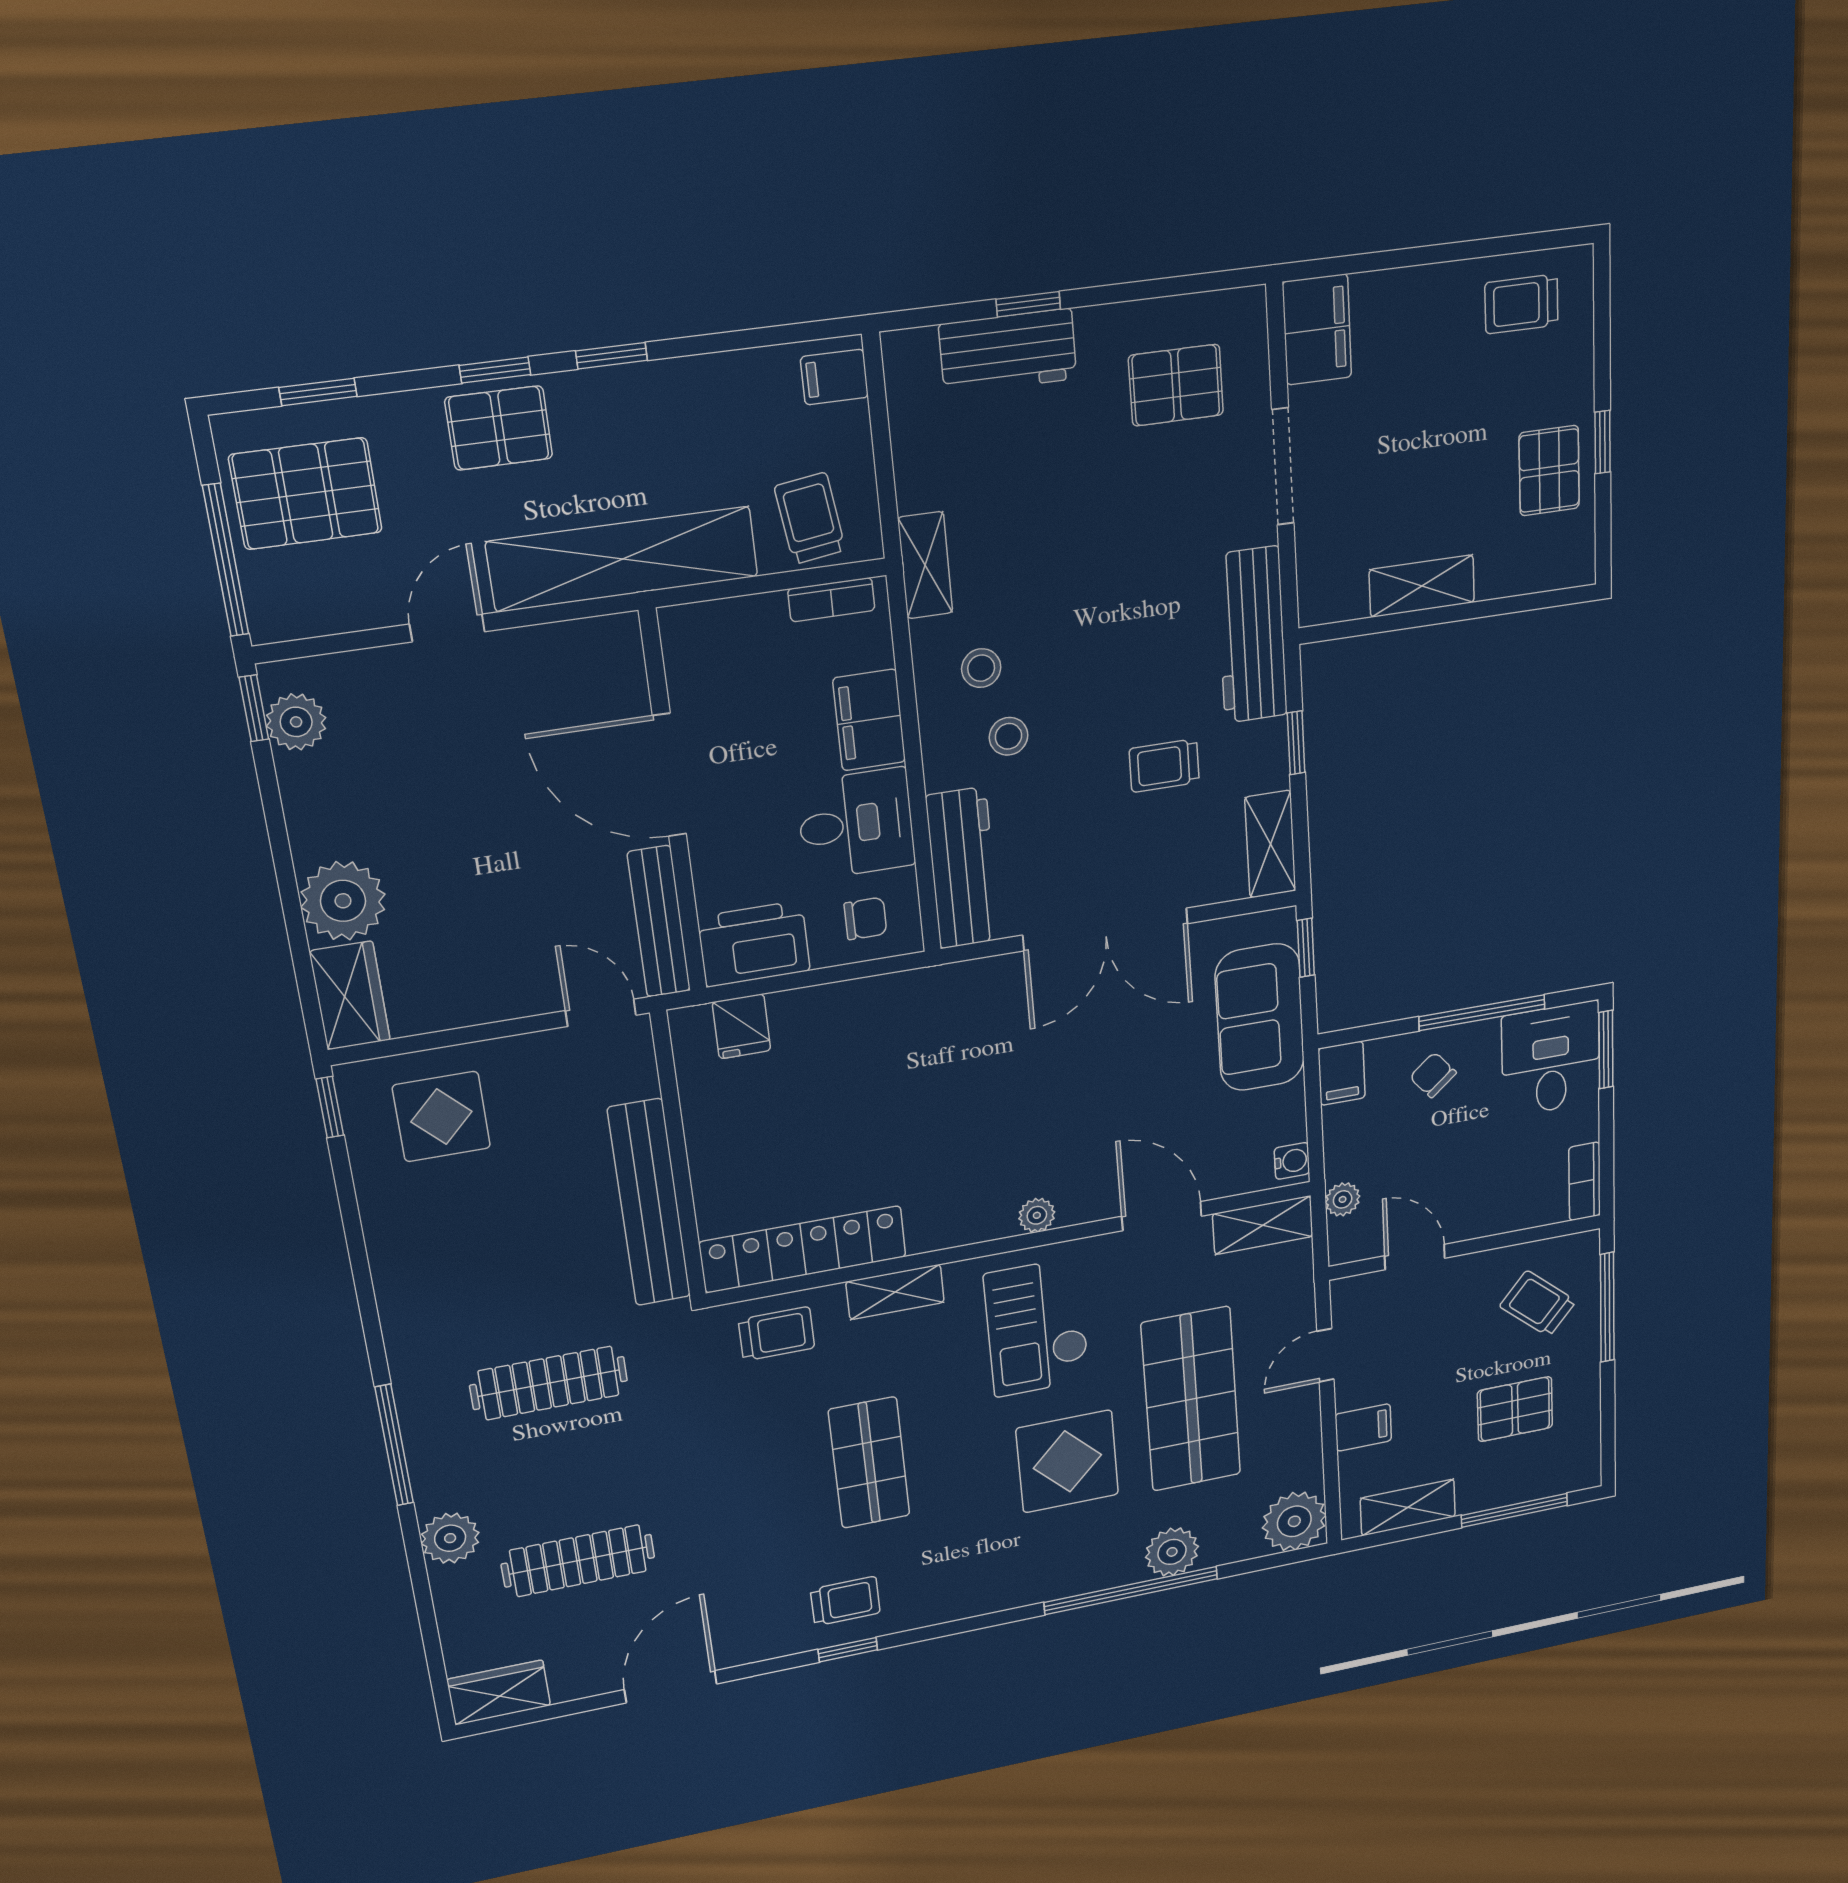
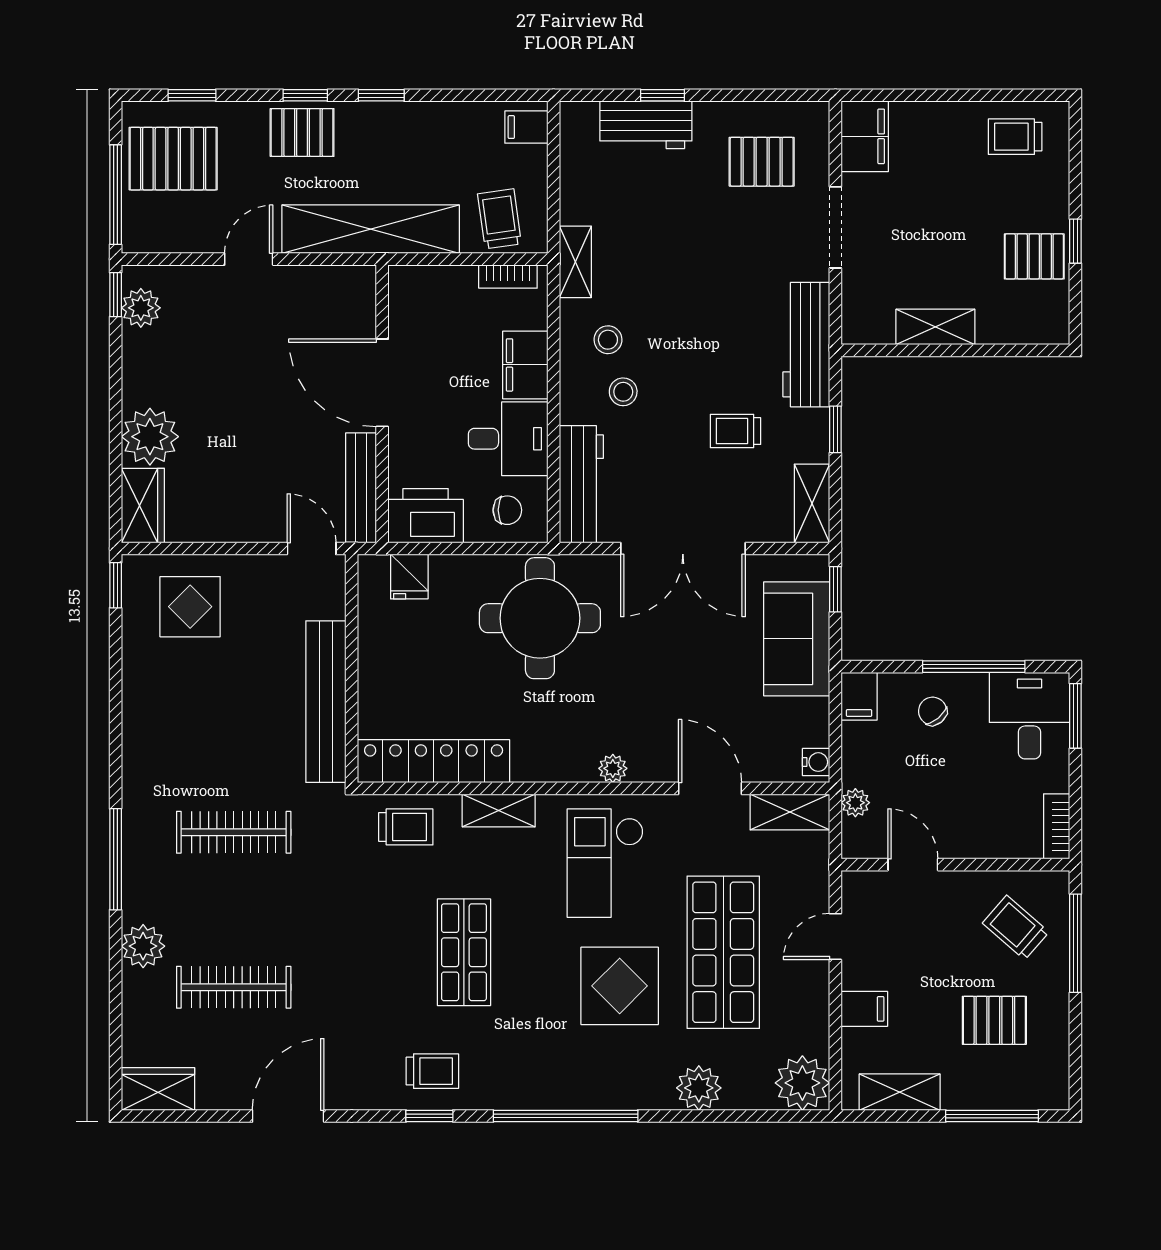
pallet: (1549, 471) -> (1034, 256), turned 90
round table: (924, 1049) -> (540, 618), added
window: (1131, 1590) -> (566, 1116), moved

